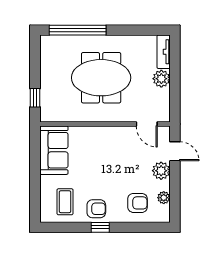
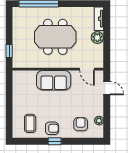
sofa: (54, 150) -> (54, 80), moved, turned 90
plant: (161, 171) -> (97, 102), removed
armchair: (138, 203) -> (81, 124), turned -90

